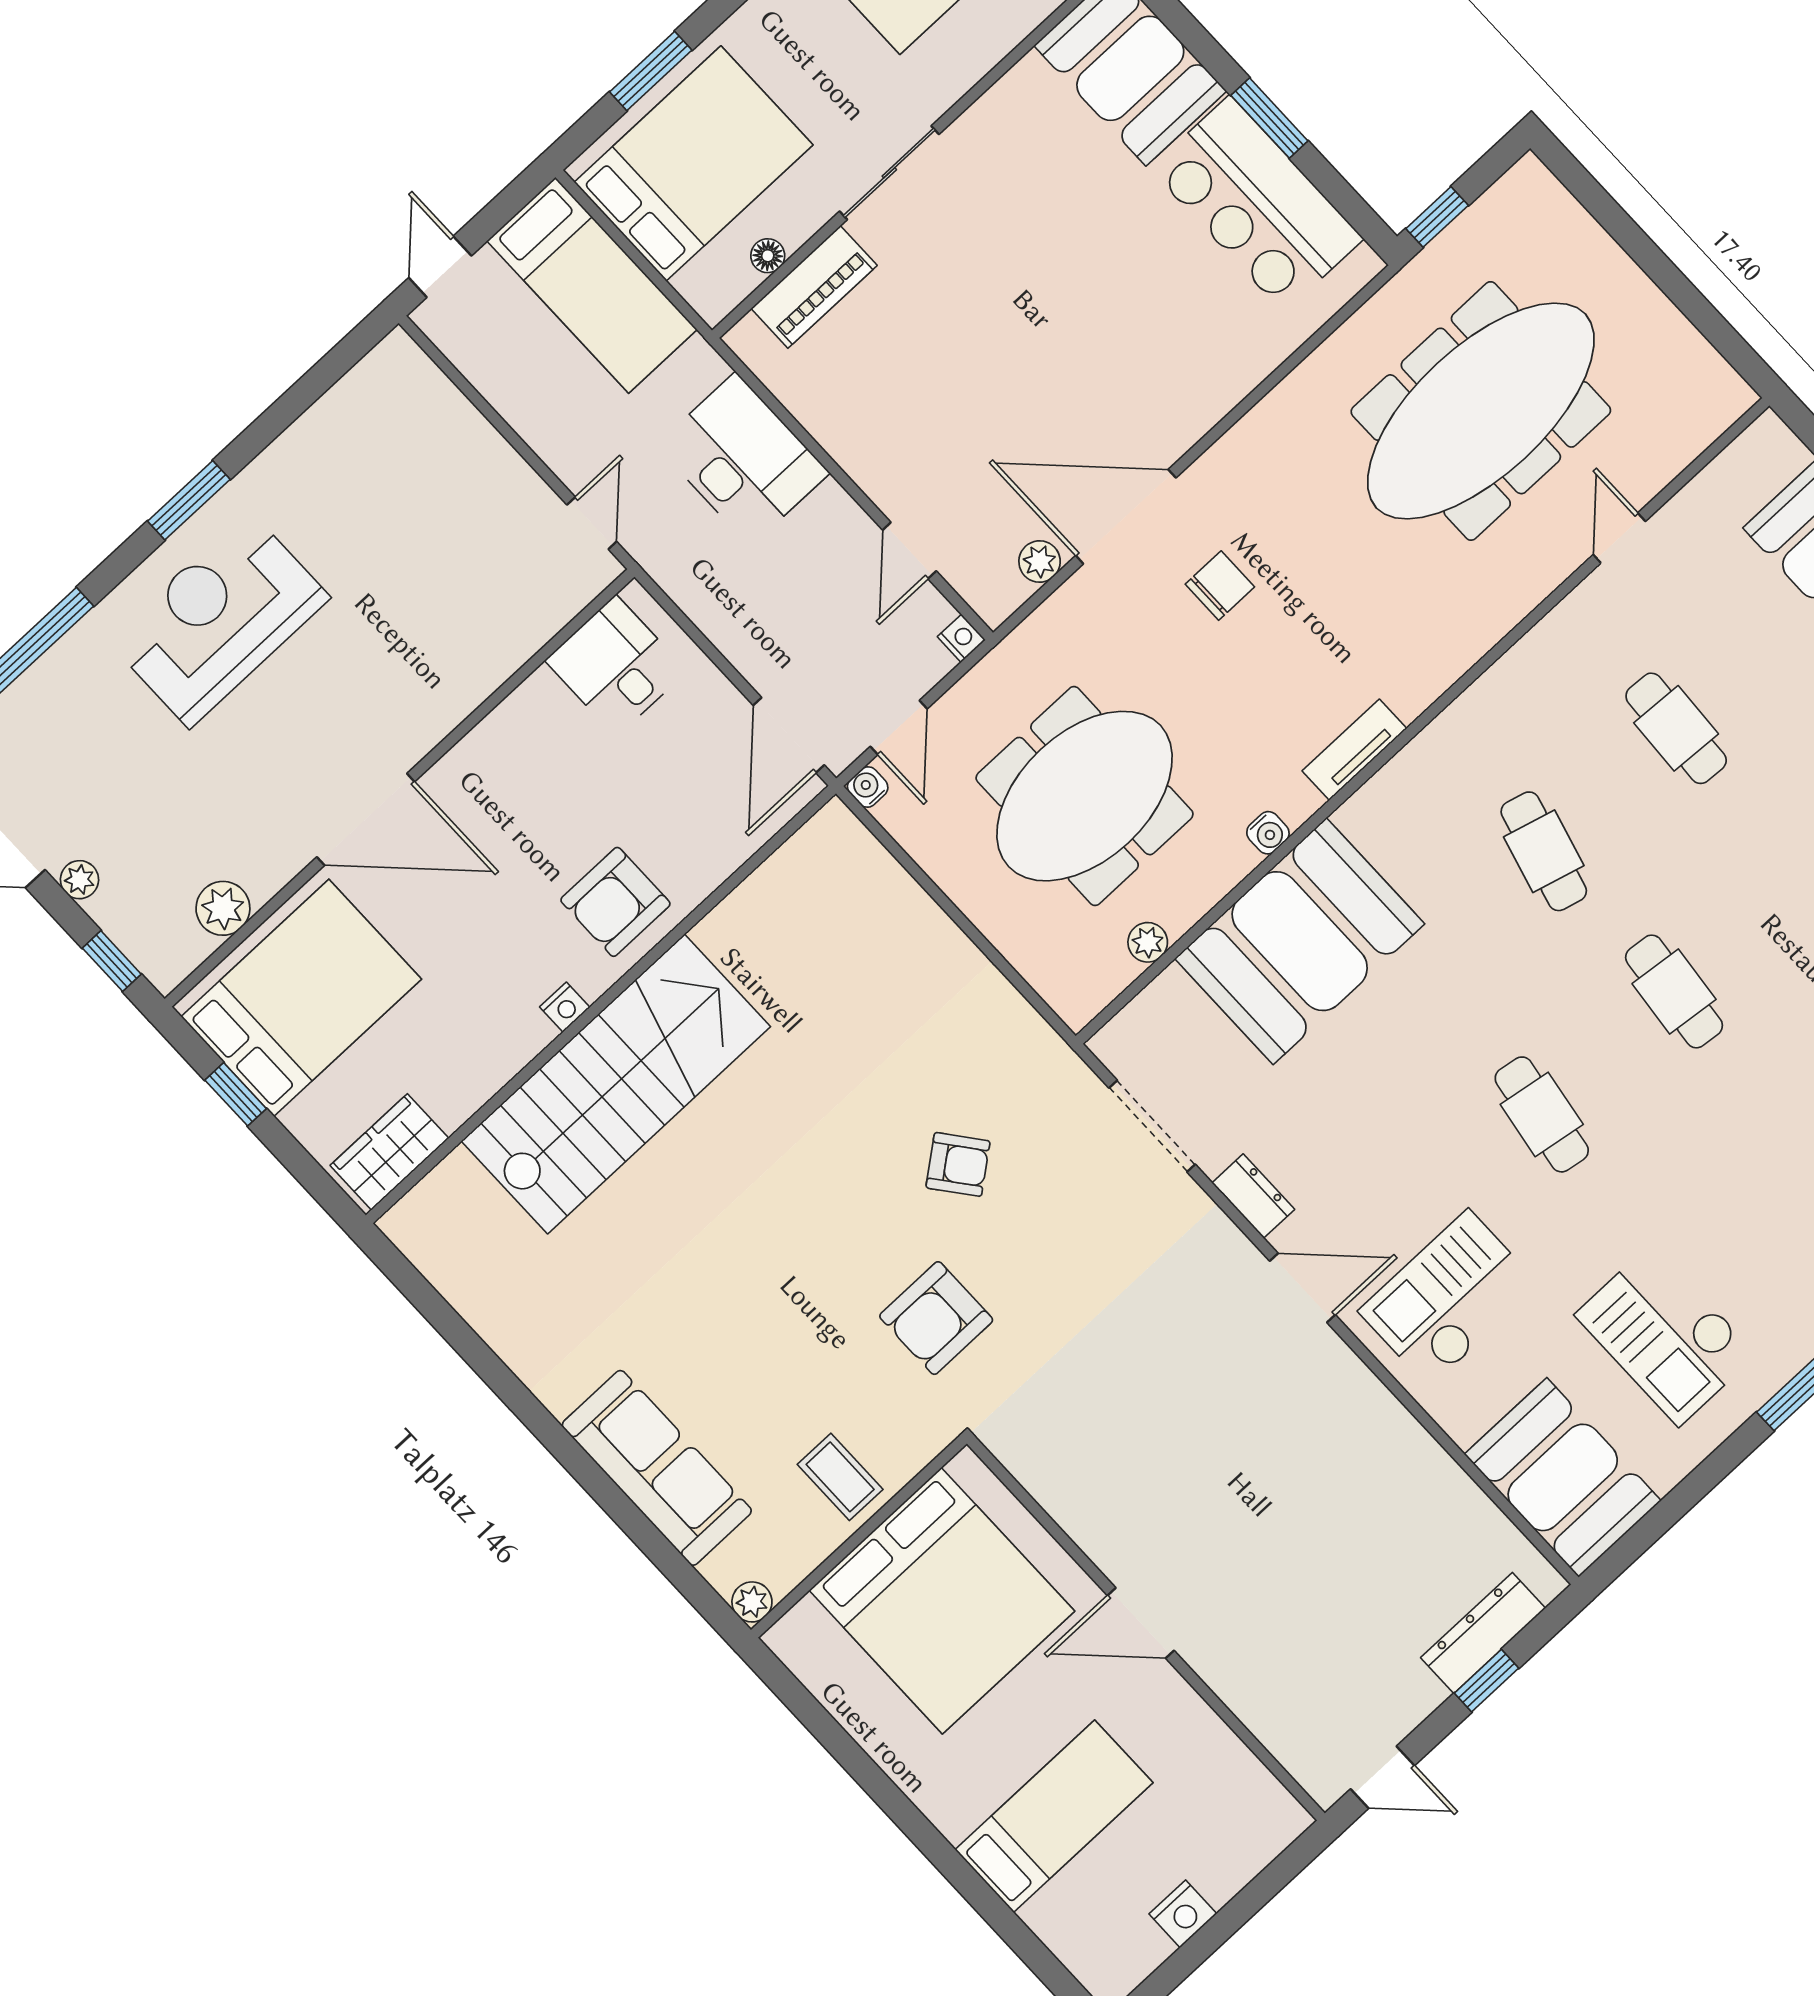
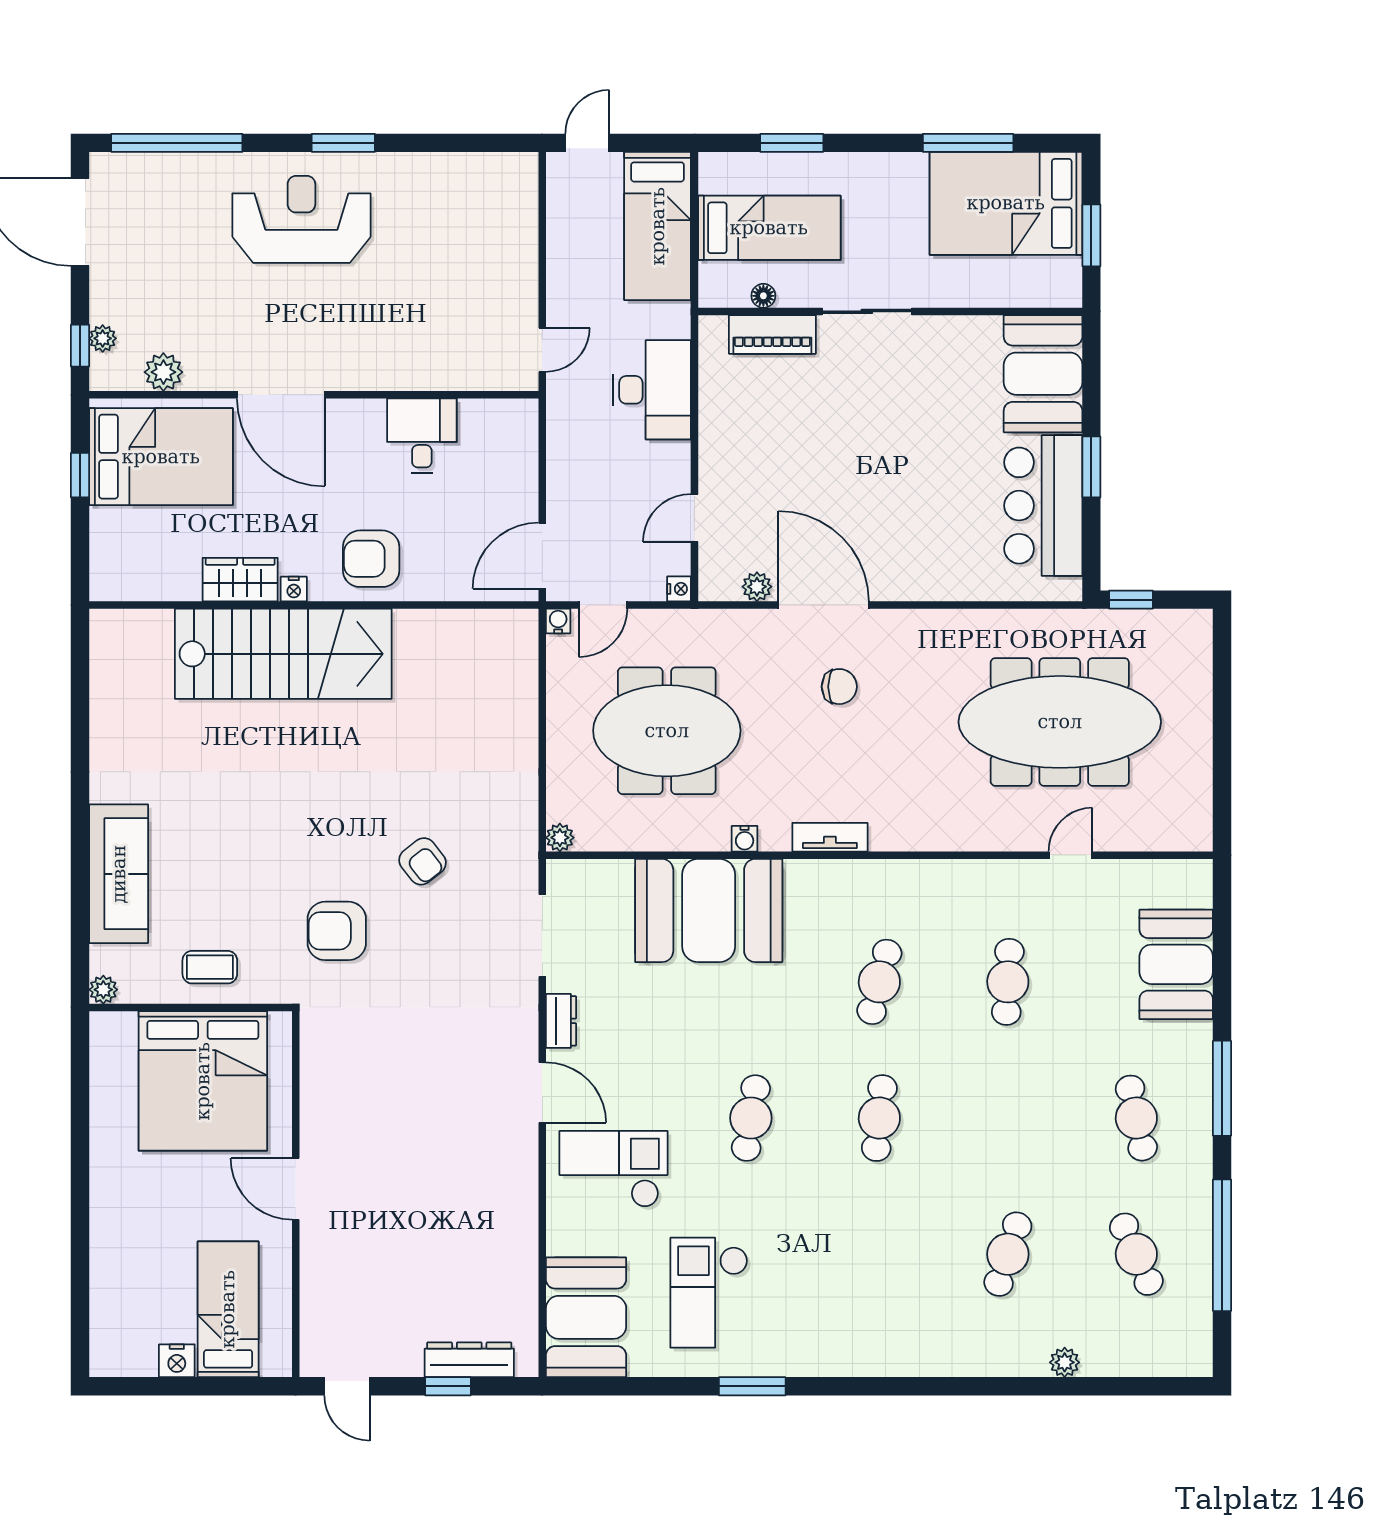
bed: (694, 163) -> (769, 228), width x0.67
desk: (616, 666) -> (422, 436), moved
plant: (79, 880) -> (103, 338), moved
plant: (1148, 942) -> (560, 838), moved
wardrobe: (389, 1152) -> (240, 580), moved
coffee table: (840, 1477) -> (210, 967), turned 90
bed: (1054, 1816) -> (228, 1309), moved, turned -90

